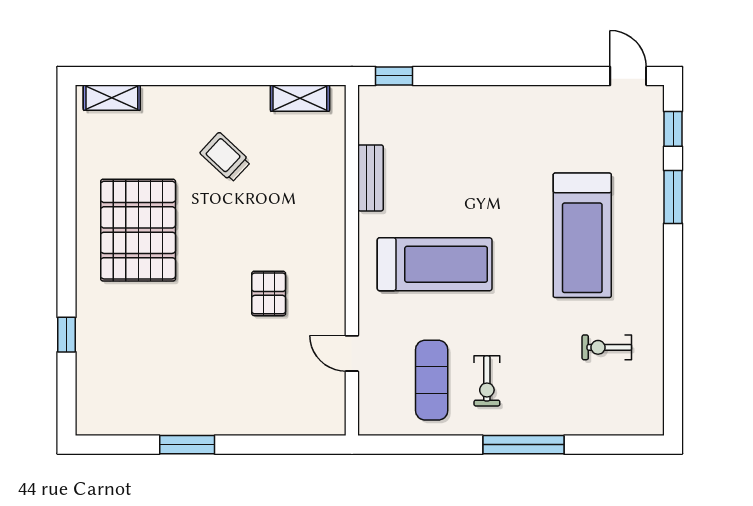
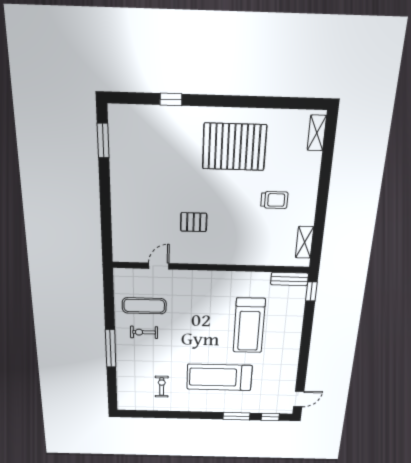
trolley: (225, 157) -> (274, 200), turned 47
bench: (371, 178) -> (289, 279), moved
treadmill: (435, 264) -> (249, 326), moved
window: (187, 445) -> (103, 141), moved

